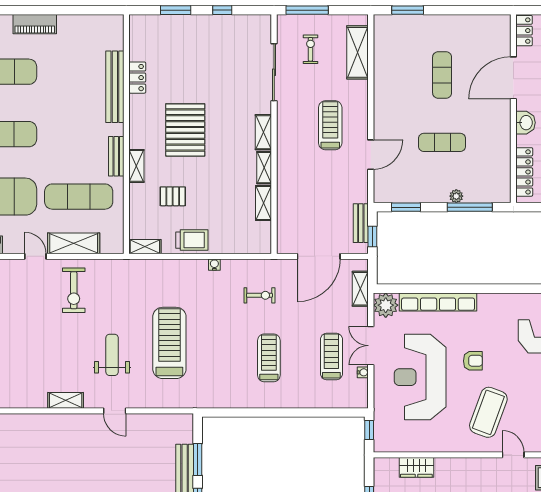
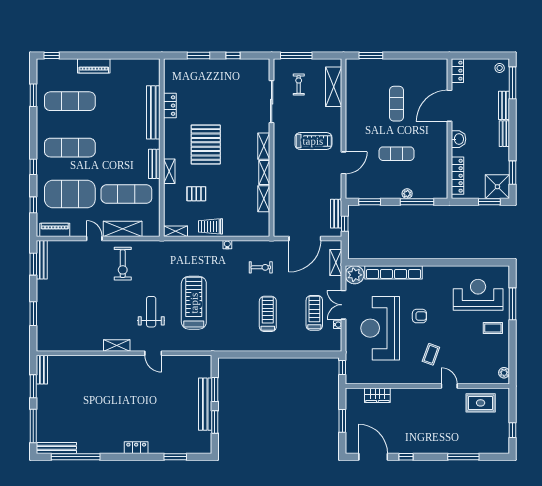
treadmill: (330, 125) -> (313, 141), turned 90
trolley: (192, 240) -> (211, 226), turned 180
coffee table: (488, 412) -> (431, 354), width x0.54, depth x0.58

